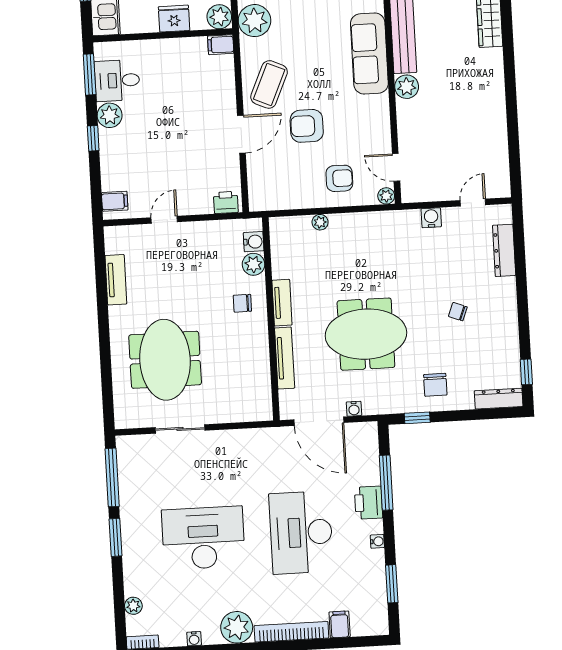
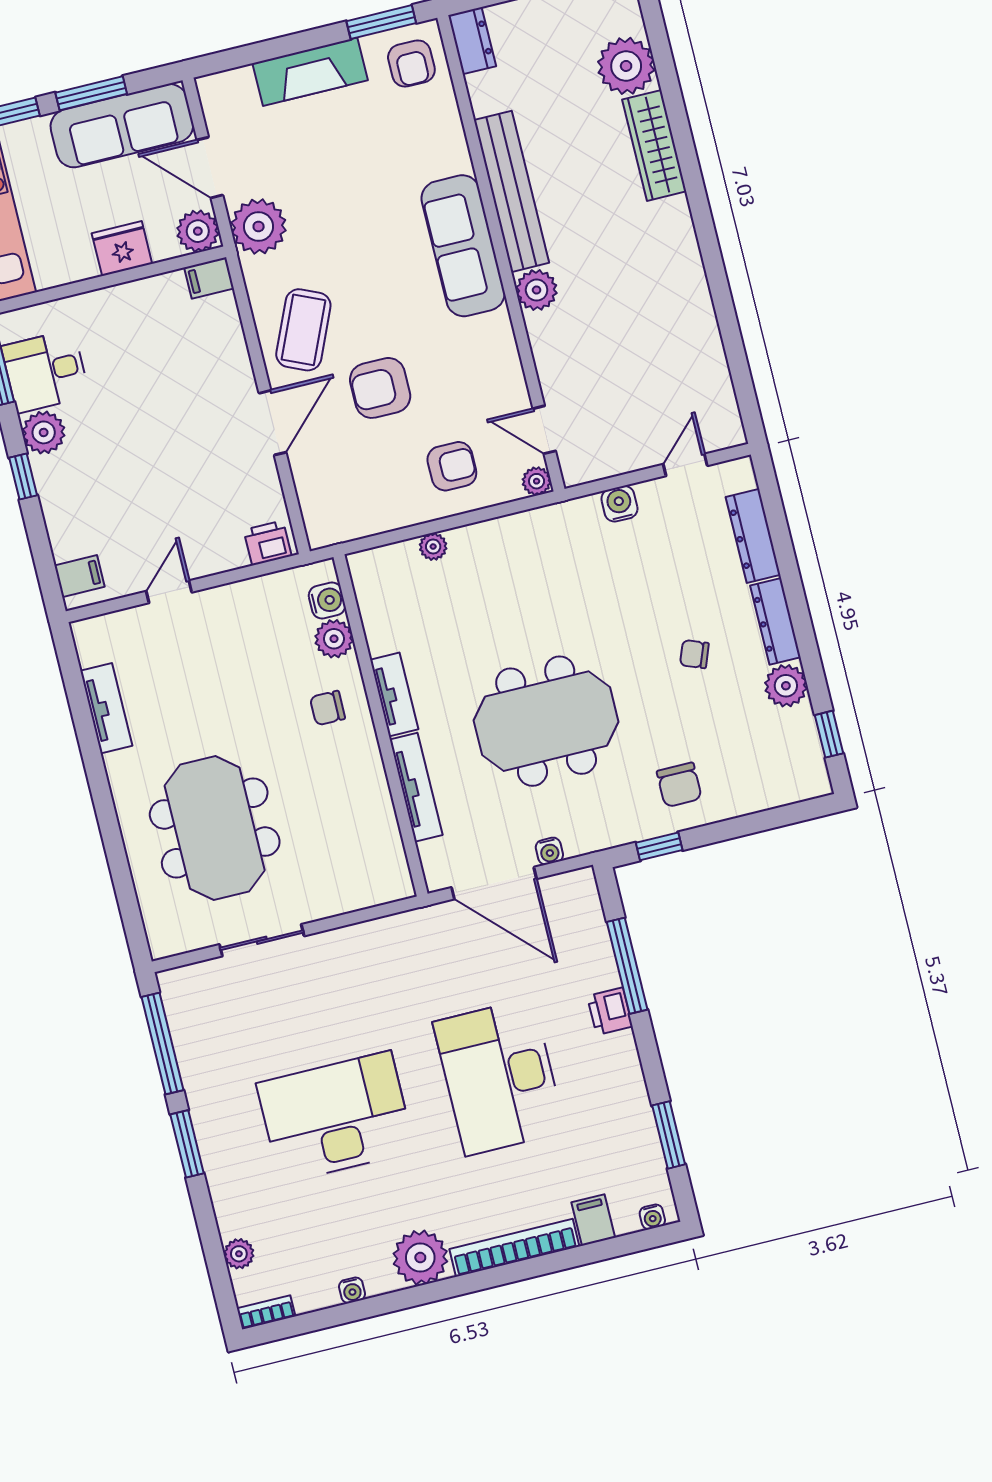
plant: (507, 340) -> (786, 686), added
dresser: (499, 399) -> (775, 621), moved, turned -90
printer: (369, 503) -> (610, 1011), width x0.73, depth x0.81
water cooler: (377, 541) -> (652, 1217), moved, turned 90

